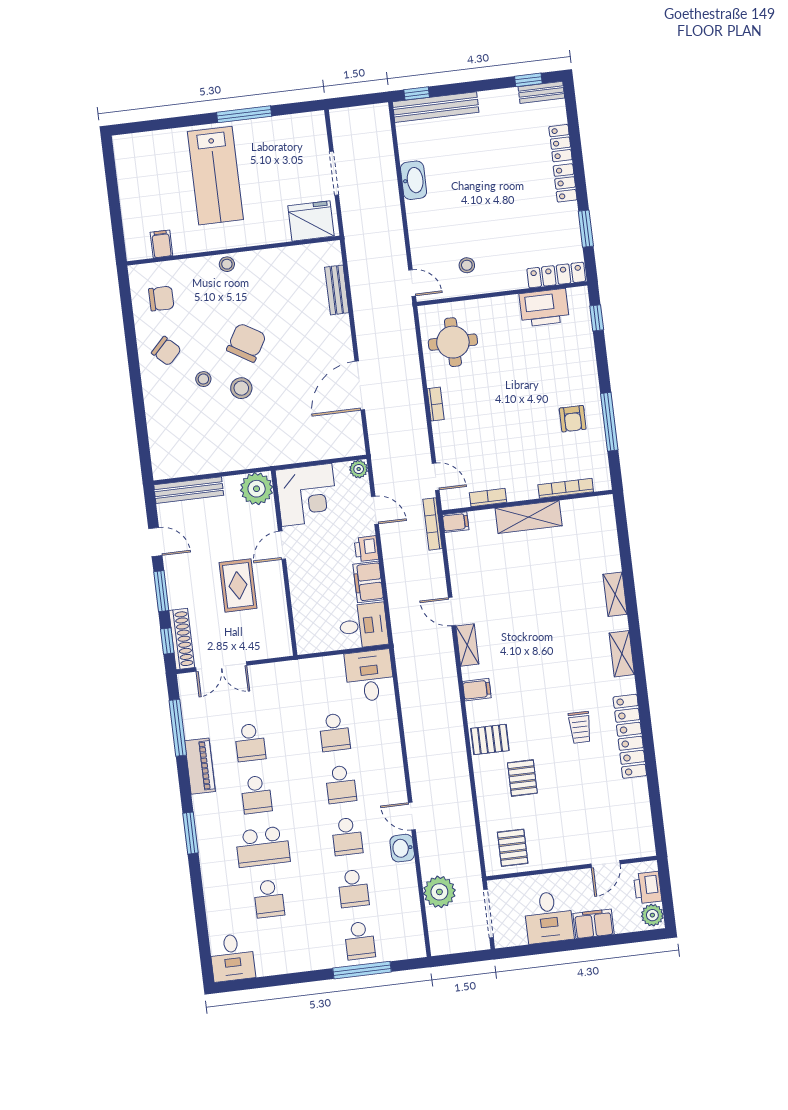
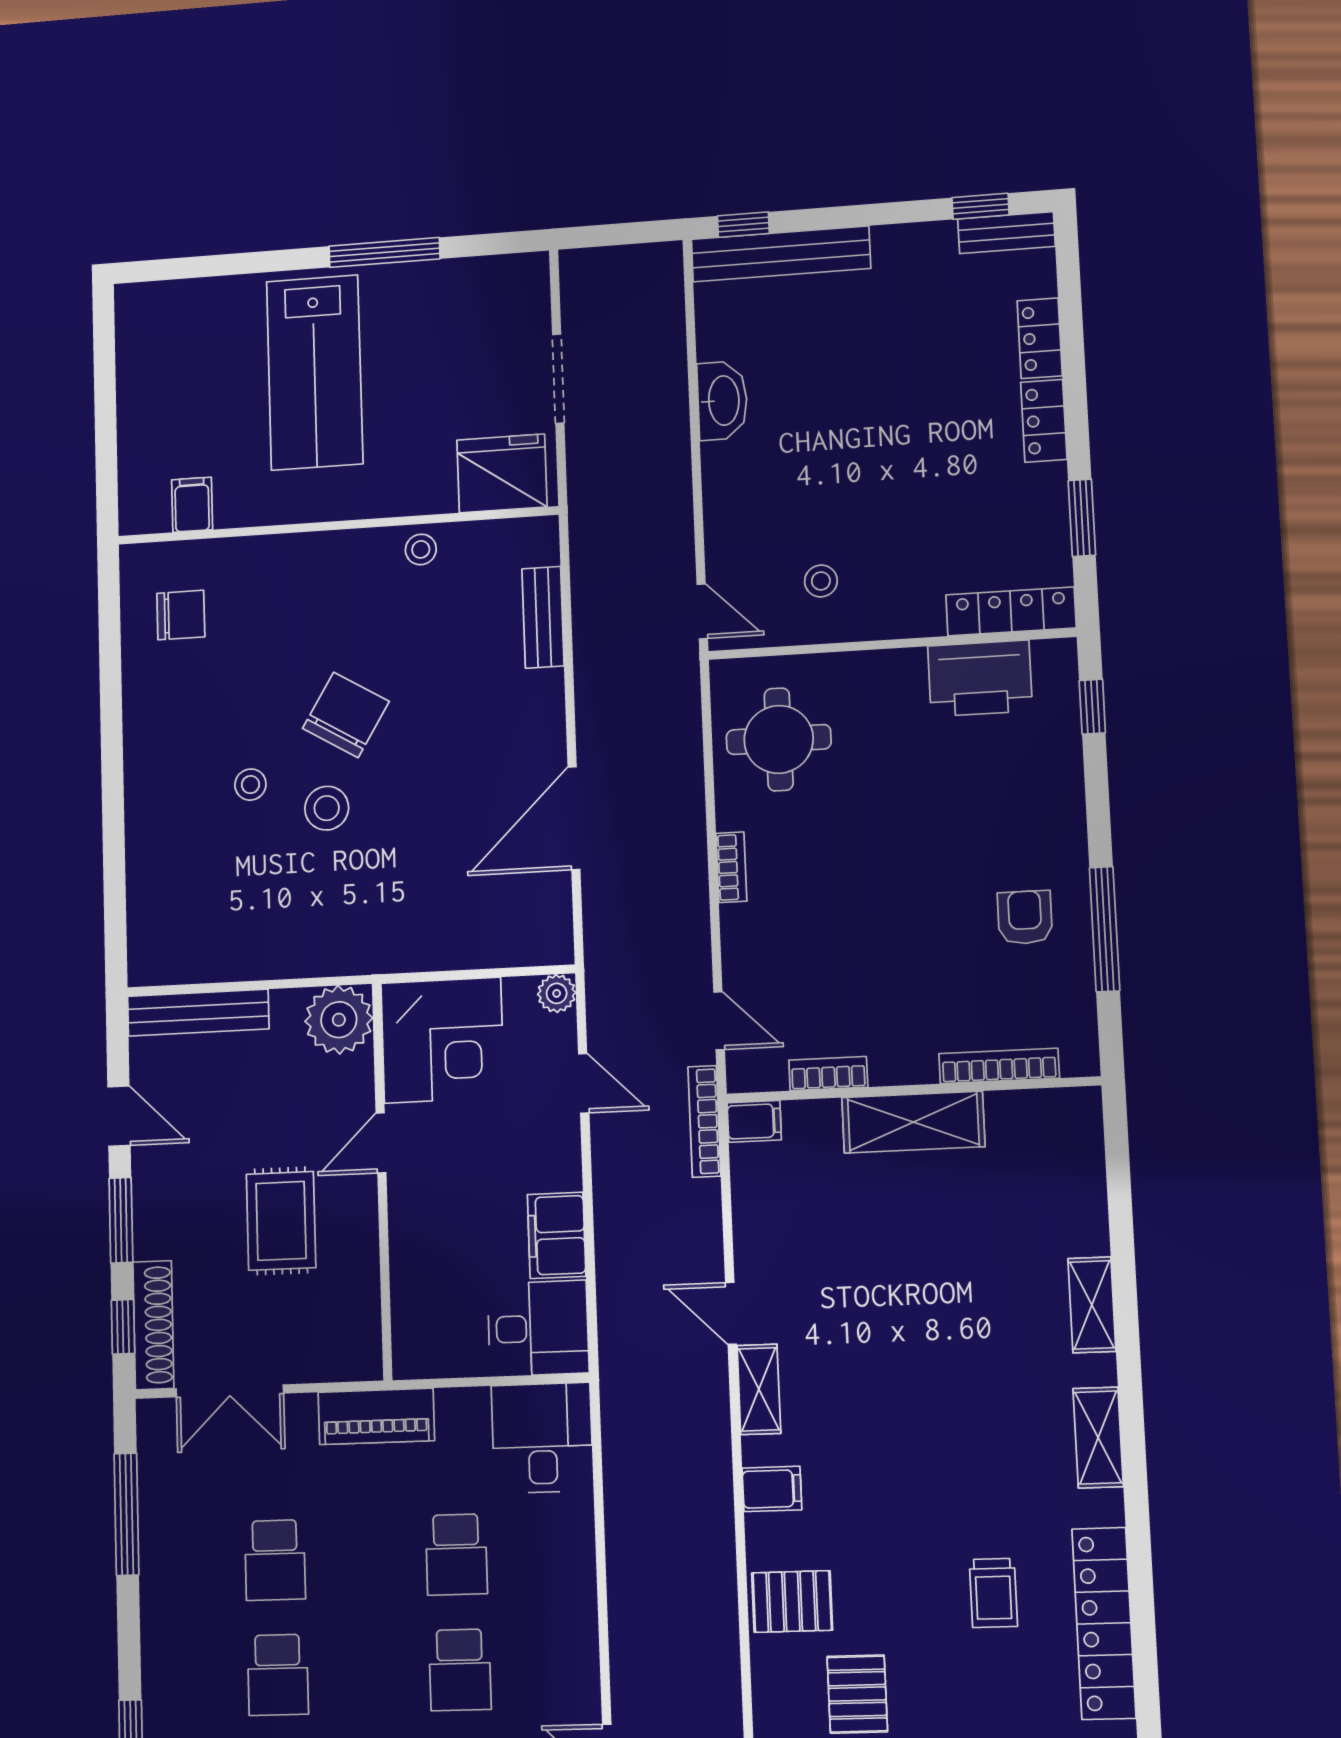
stool: (227, 264) -> (421, 549), moved
chair: (166, 351) -> (181, 723), removed
armchair: (573, 419) -> (1025, 917), turned 180
printer: (366, 549) -> (559, 1164), removed
piano: (200, 766) -> (376, 1416), moved, turned 90

